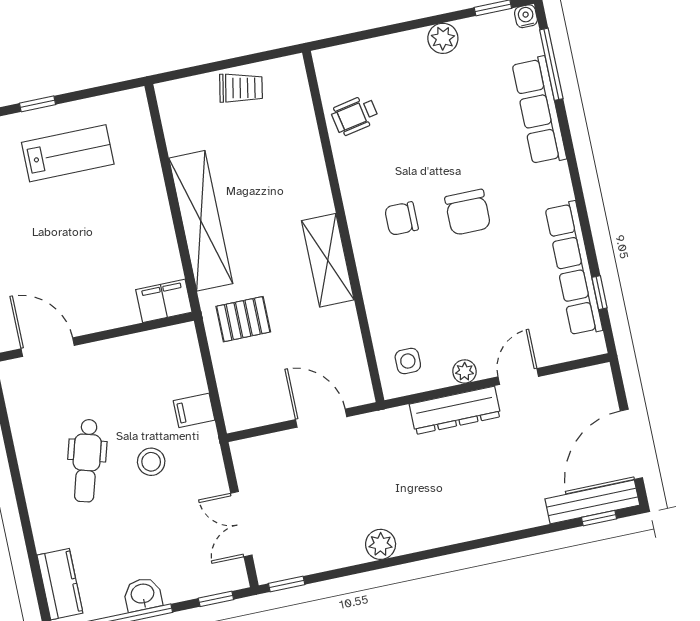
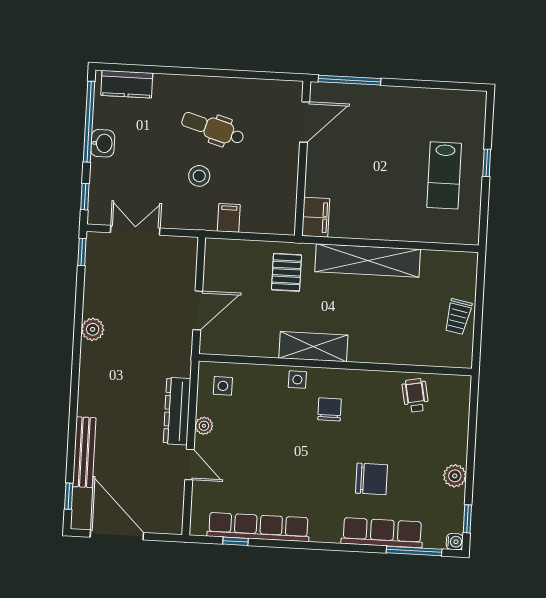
chair: (468, 212) -> (371, 479), moved, turned 180
side table: (375, 269) -> (297, 380), added
bench: (592, 502) -> (84, 452), moved

